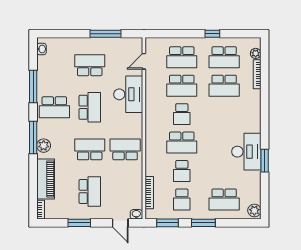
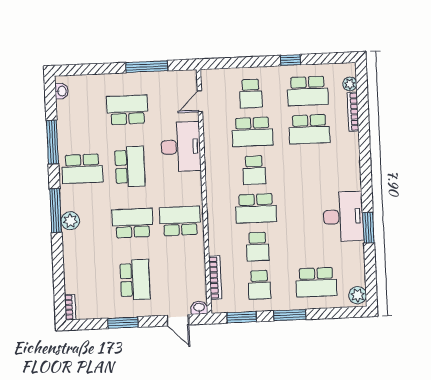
school desk: (182, 57) -> (251, 94), width x0.54
piano: (46, 179) -> (75, 266), removed

